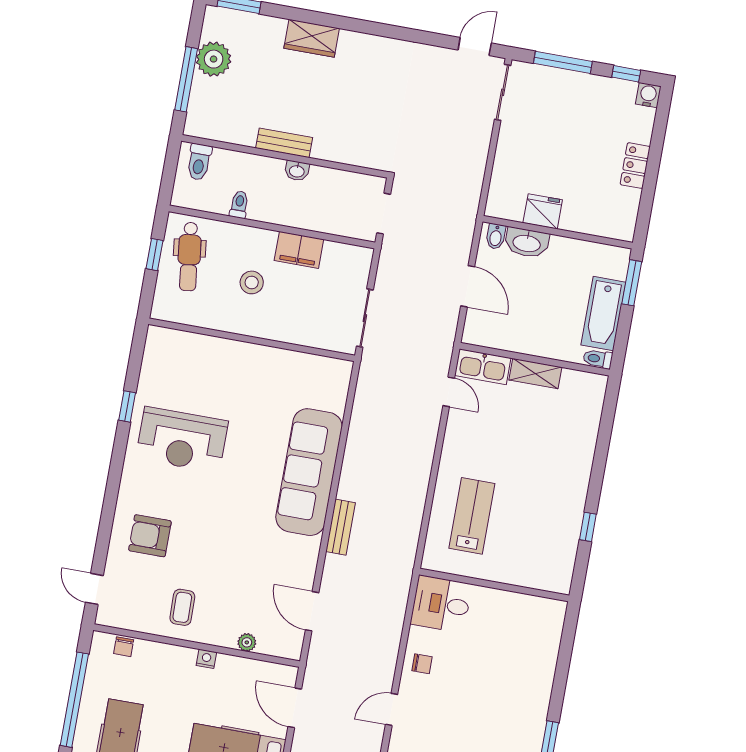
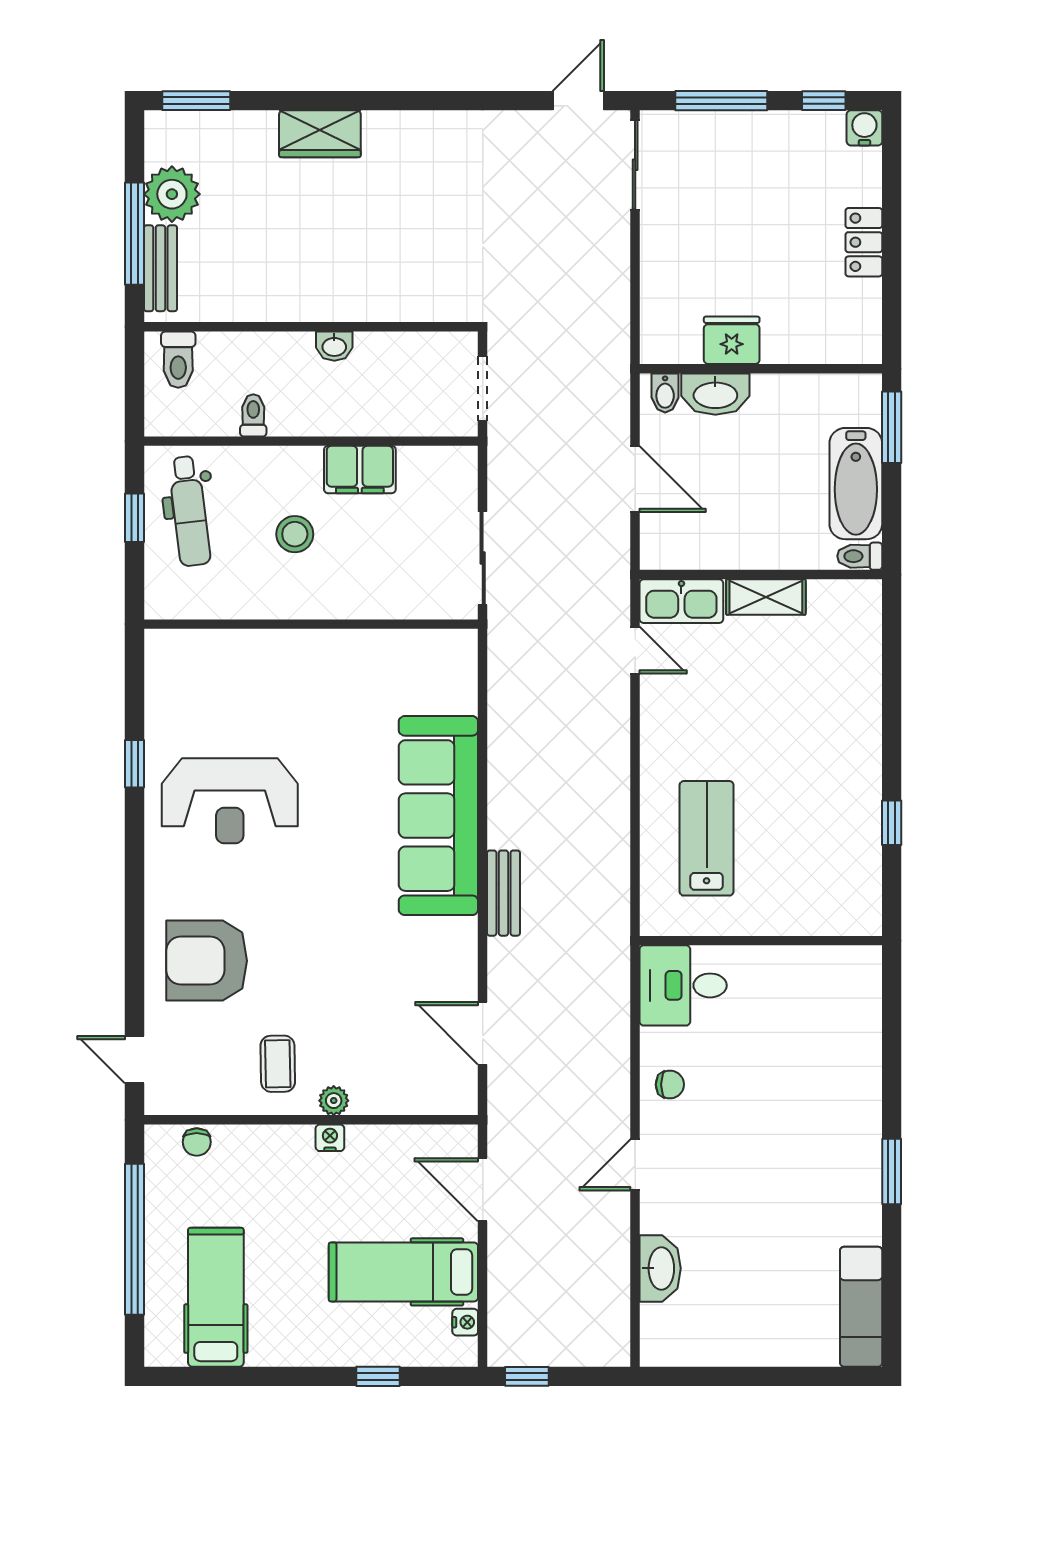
bench: (284, 143) -> (160, 268), moved, turned 90
armchair: (150, 536) -> (207, 961), width x1.36, depth x1.36
plant: (247, 642) -> (334, 1101), moved

